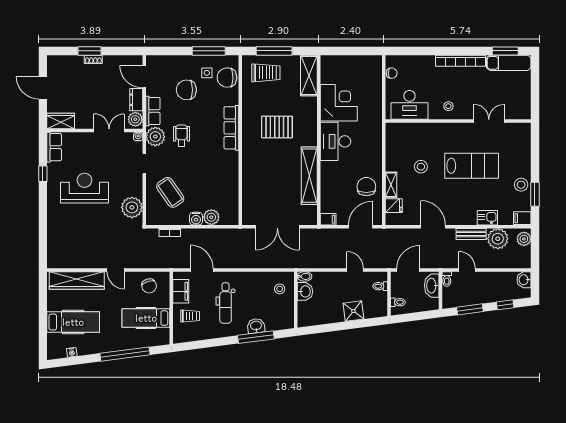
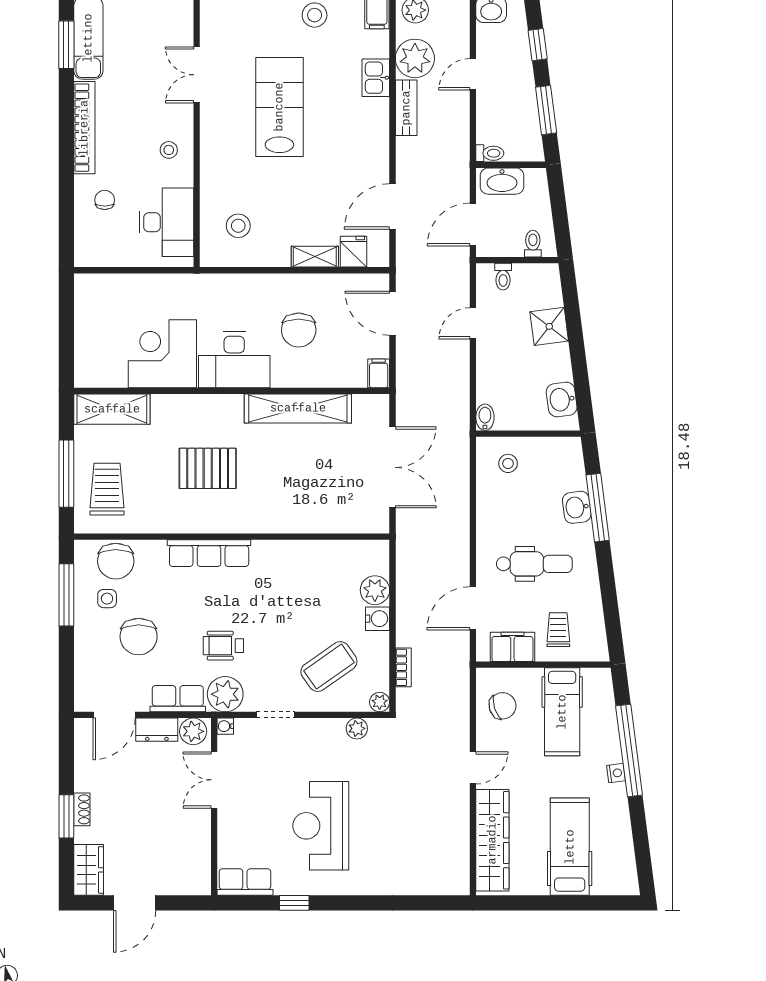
chair: (392, 73) -> (105, 200), moved
wardrobe: (61, 121) -> (89, 870), moved, turned 180
pallet: (277, 127) -> (208, 468), turned 90
stool: (421, 167) -> (238, 226), moved
chair: (366, 187) -> (299, 330), moved, turned -90
plant: (132, 207) -> (357, 728), width x0.53, depth x0.53
plant: (151, 220) -> (380, 702), added
door: (433, 227) -> (392, 206), moved
door: (408, 270) -> (473, 224), hinge flipped
door: (467, 270) -> (473, 74), moved
washbasin: (305, 291) -> (562, 399), moved, turned -97
nightstand: (72, 352) -> (616, 773), moved

